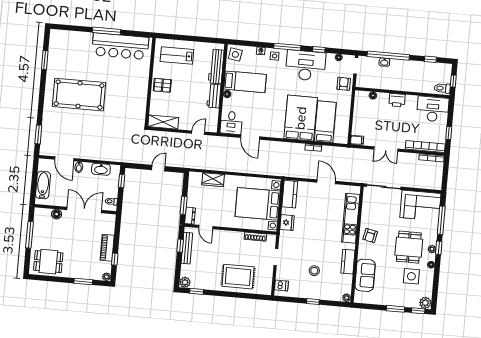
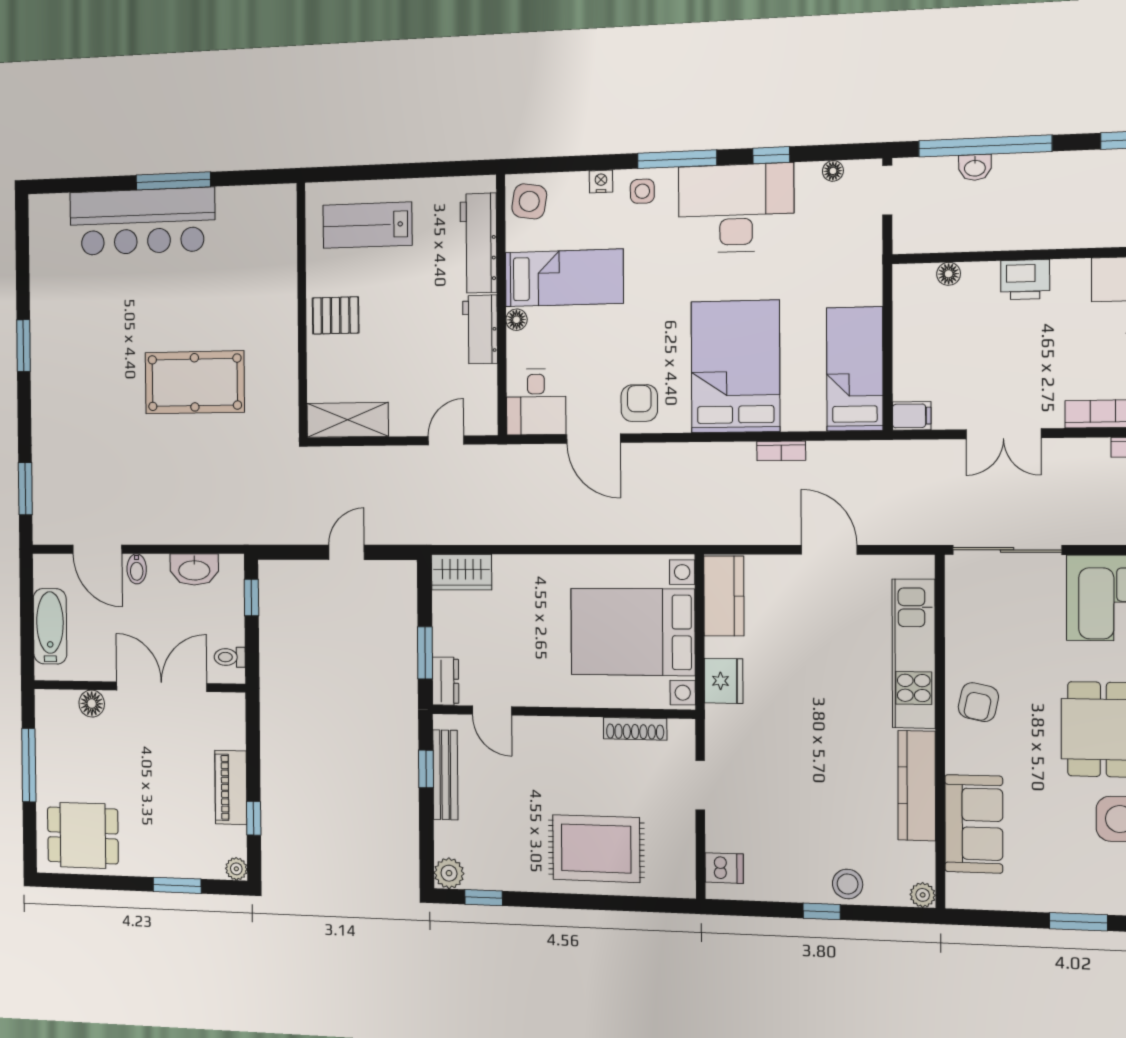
bar counter: (120, 46) -> (142, 221), moved
window: (45, 60) -> (23, 346), moved
armchair: (344, 84) -> (639, 403), moved
pool table: (79, 95) -> (195, 382), moved, width x0.73, depth x0.76
bed: (325, 122) -> (855, 369), moved
wardrobe: (213, 180) -> (461, 572), moved
kitchen counter: (348, 262) -> (917, 786), width x1.50
stool: (314, 271) -> (848, 884), moved

